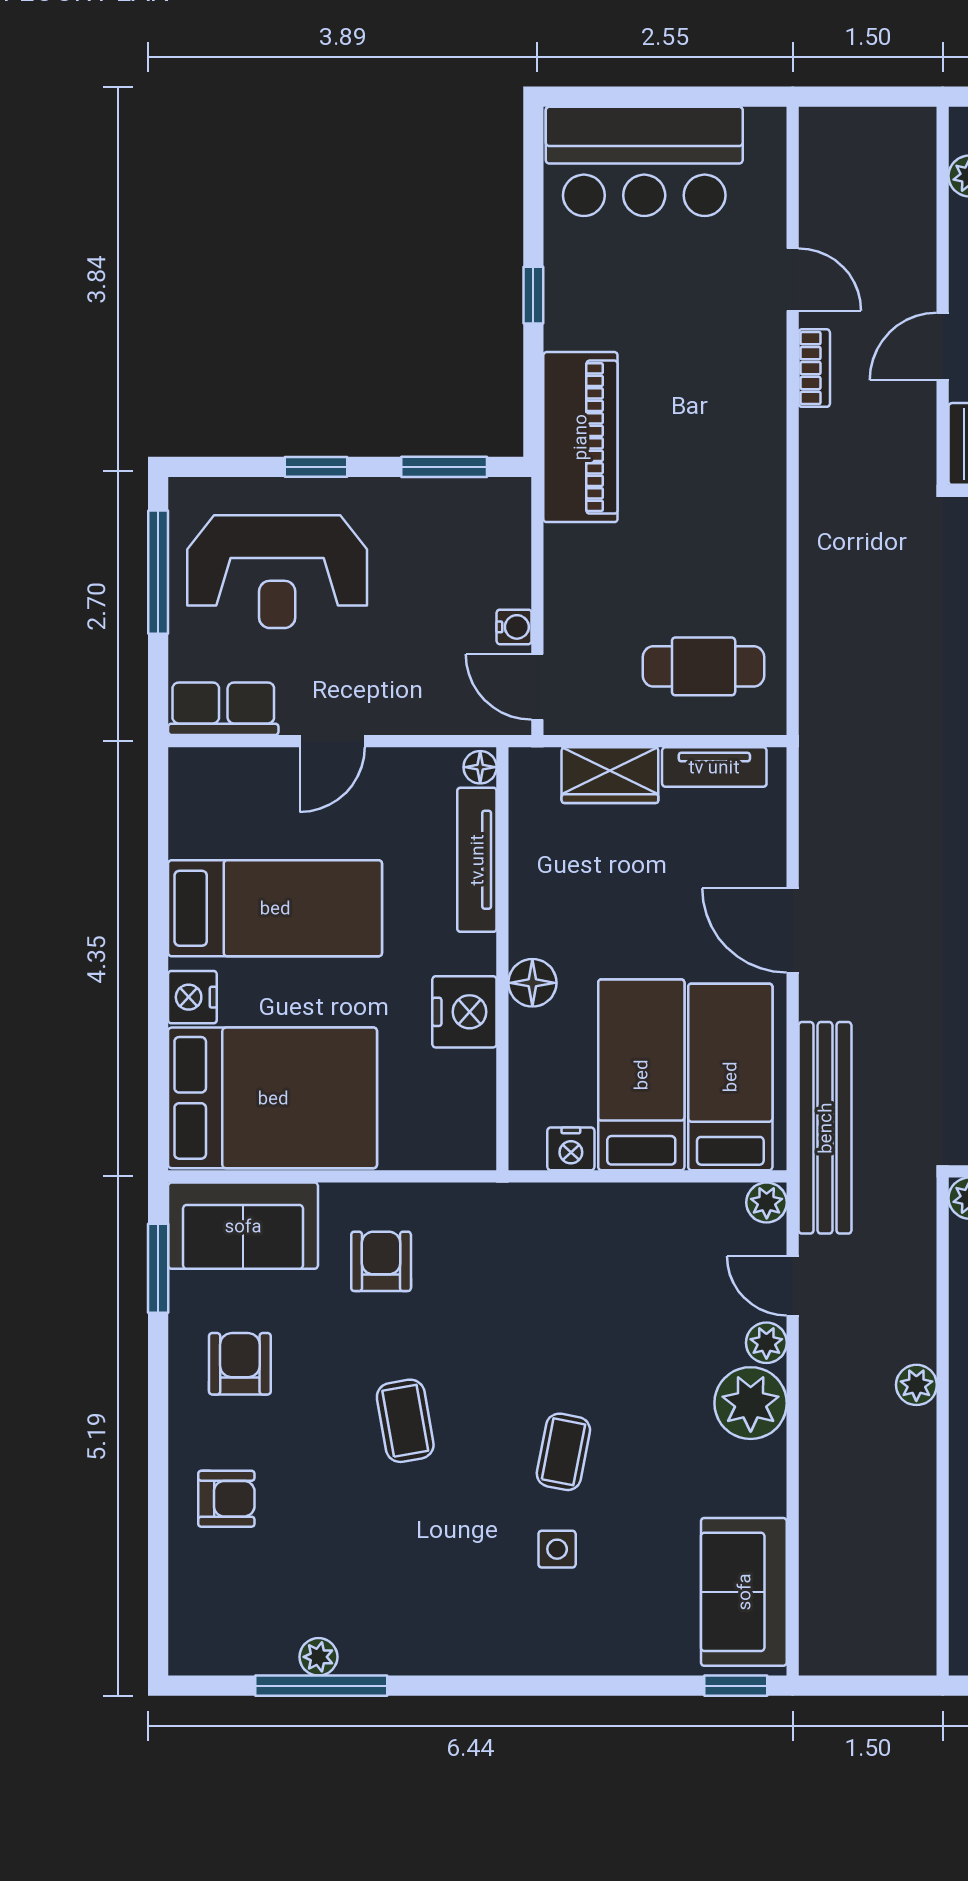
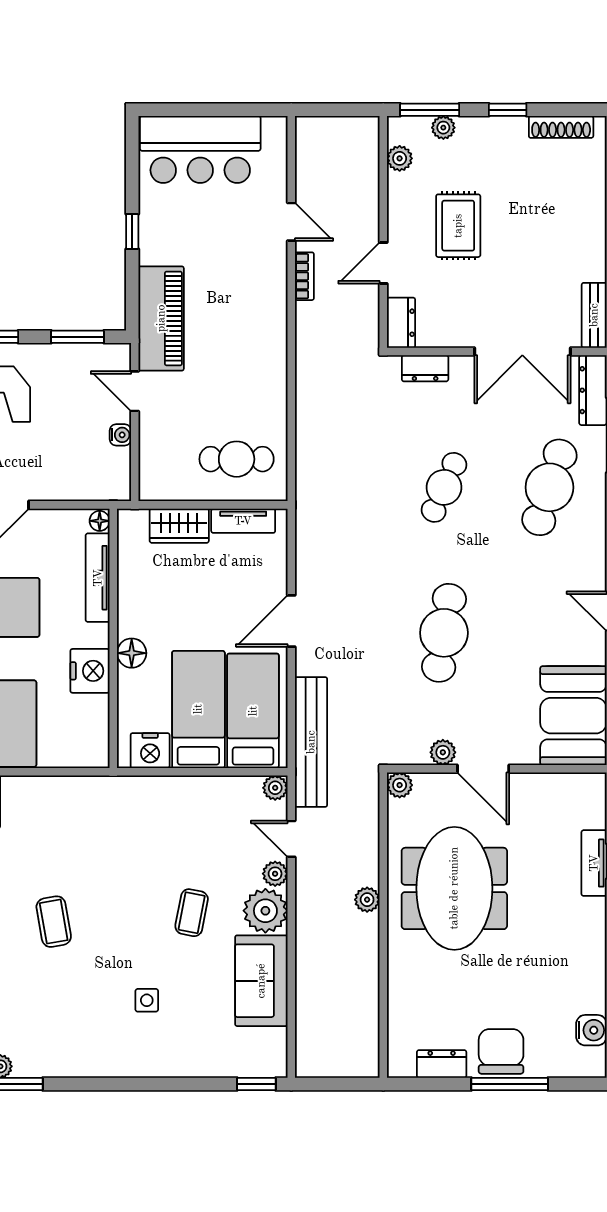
door: (537, 687) -> (135, 391), moved
door: (793, 930) -> (291, 621), hinge flipped
nightstand: (571, 1149) -> (150, 751), width x1.36, depth x1.33
armchair: (381, 1261) -> (39, 824), removed
coffee table: (563, 1452) -> (192, 913), moved
sofa: (744, 1592) -> (261, 981), moved

